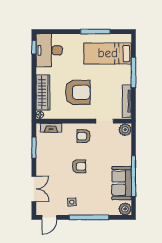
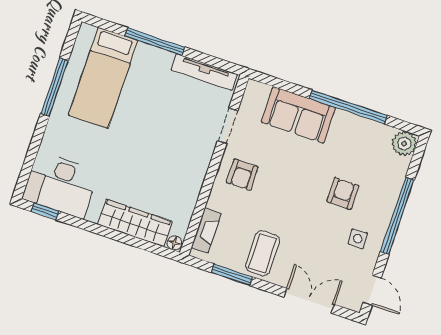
armchair: (78, 92) -> (157, 158), removed
plant: (125, 130) -> (256, 93), removed
coffee table: (49, 159) -> (263, 253), added
armchair: (79, 166) -> (343, 194), moved
sofa: (122, 183) -> (298, 115), moved

